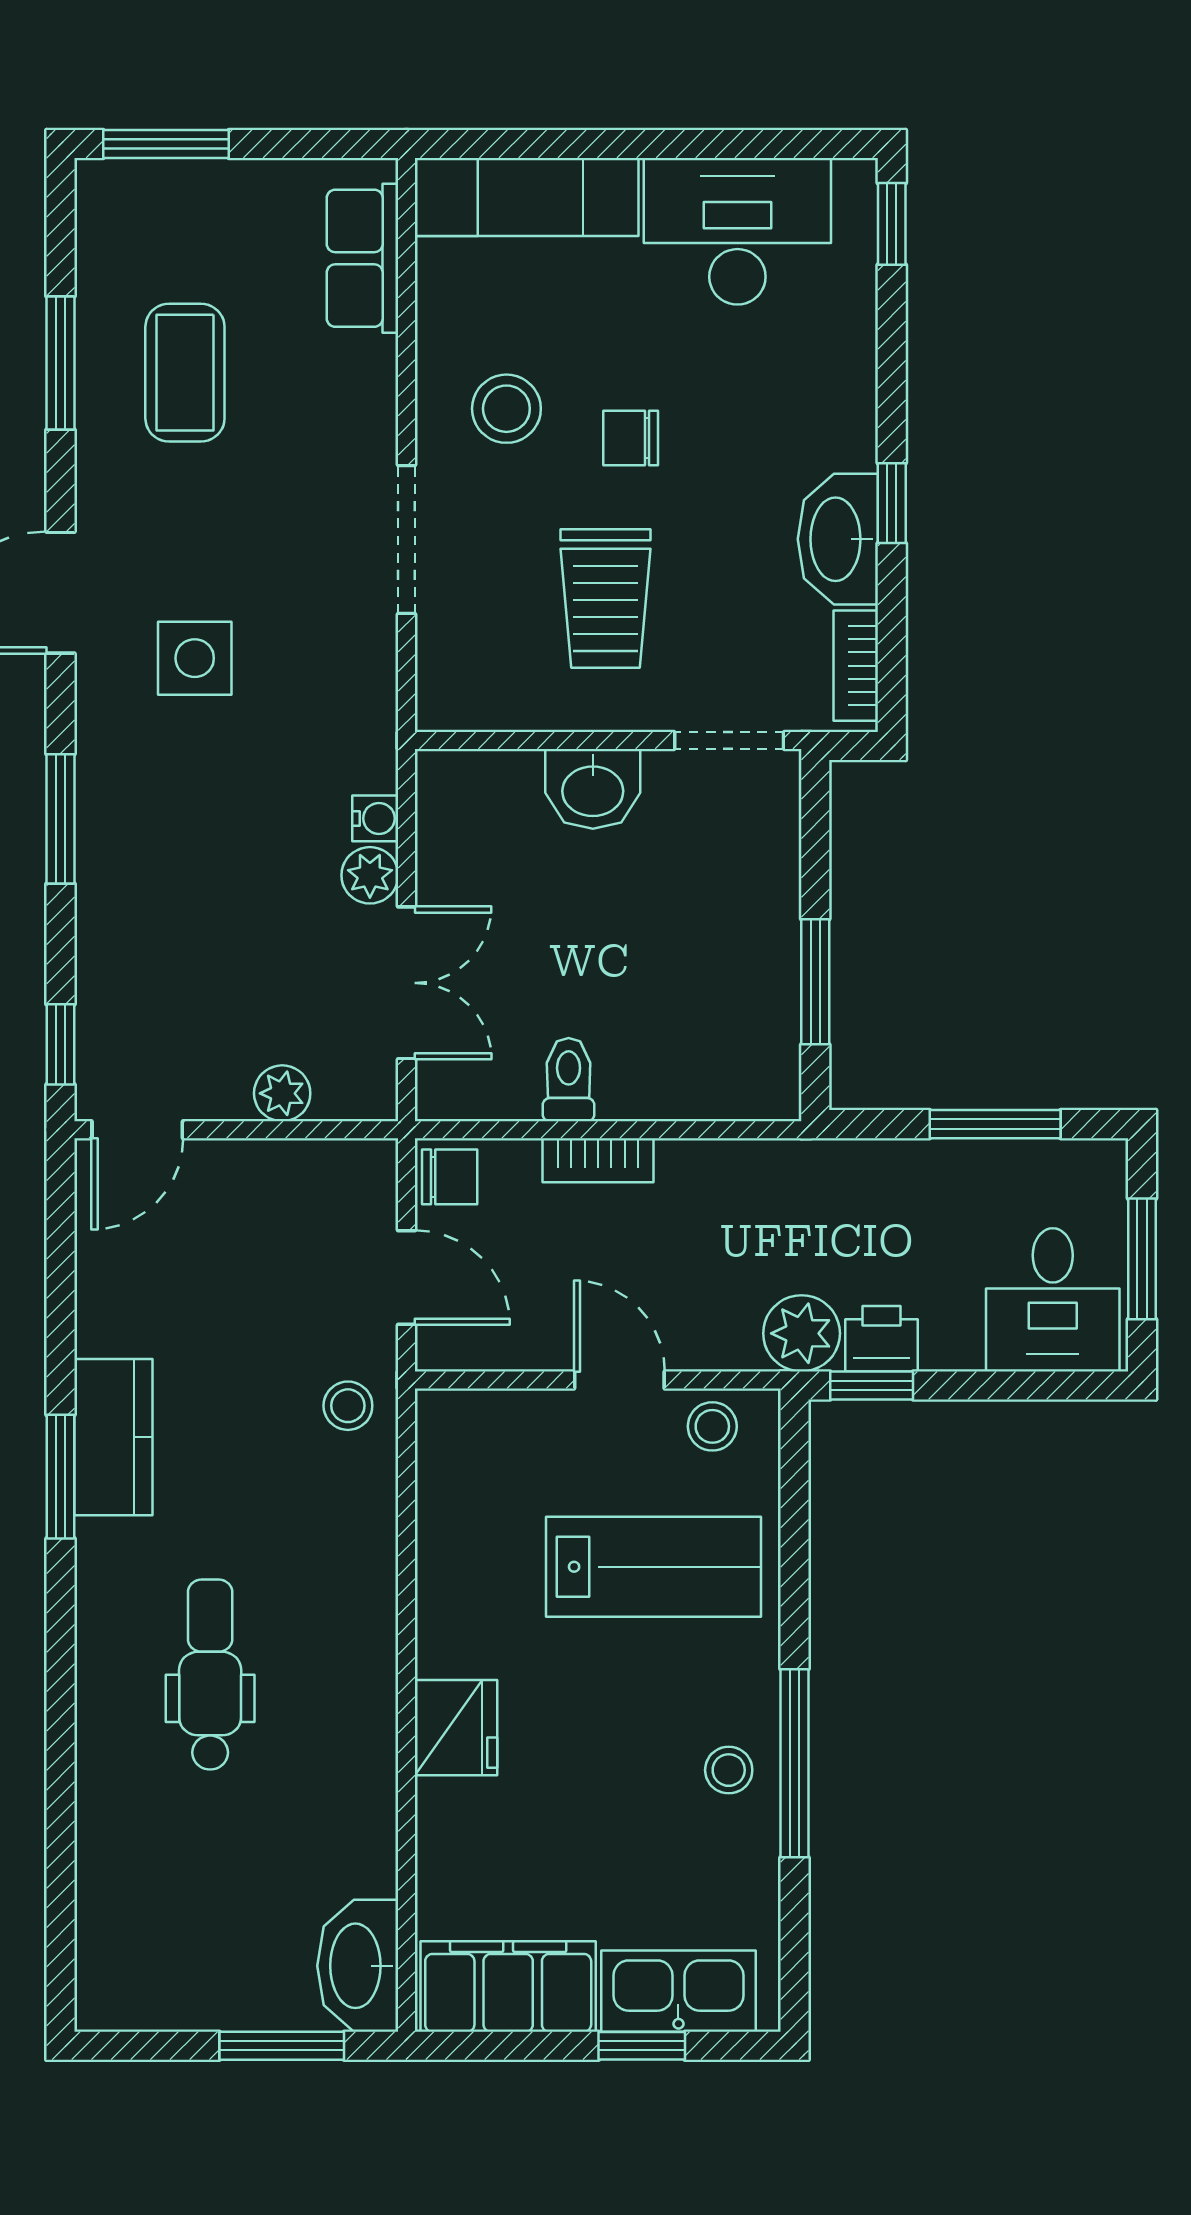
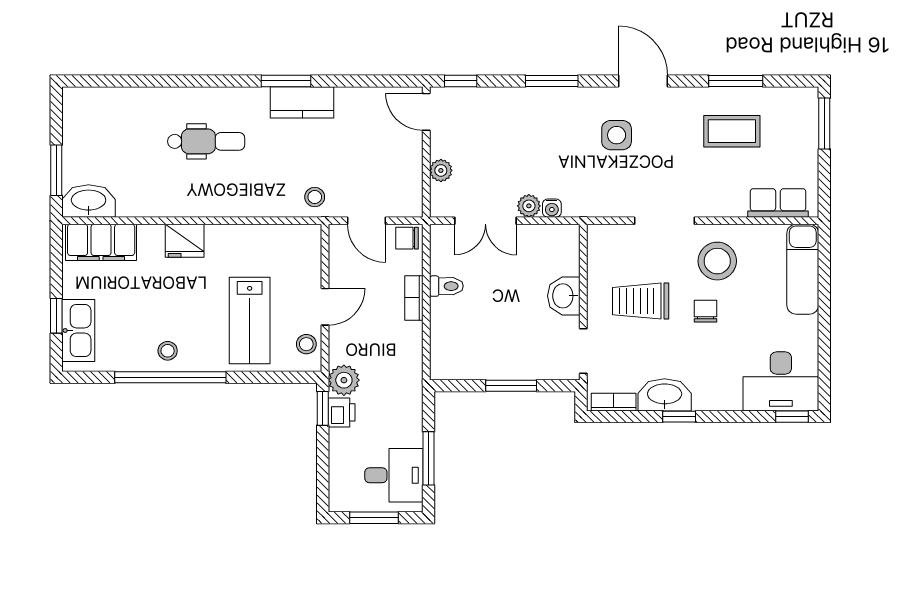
desk: (737, 231) -> (781, 381), moved, turned 90
stool: (506, 409) -> (717, 261), width x1.38, depth x1.38
window: (815, 982) -> (511, 386), moved
chair: (450, 1177) -> (407, 238), turned 90
door: (407, 1278) -> (366, 221), hinge flipped
desk: (1053, 1300) -> (394, 475), moved, turned 180
window: (794, 1763) -> (170, 377), width x1.46
filing cabinet: (508, 1987) -> (101, 242), moved, turned 90

